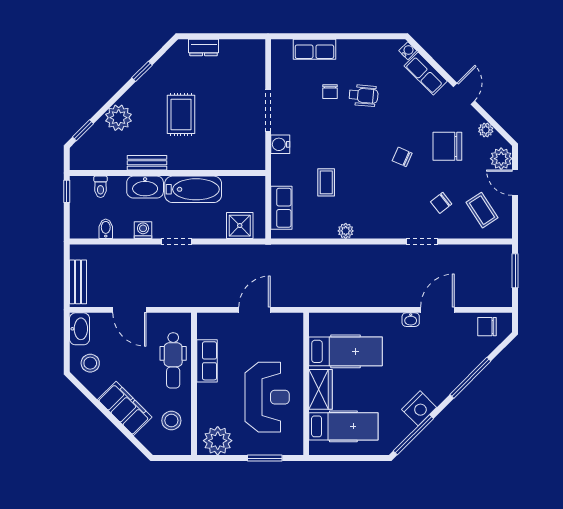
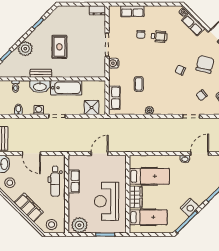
dresser: (204, 48) -> (97, 10), moved
chair: (447, 146) -> (205, 64), turned 104
reception desk: (267, 397) -> (107, 201), turned 180
stool: (171, 421) -> (52, 224), moved

